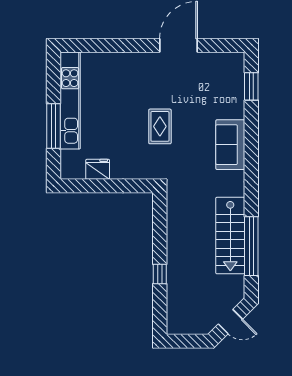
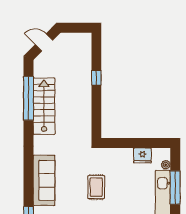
sofa: (230, 145) -> (44, 180), width x1.36
plant: (66, 157) -> (166, 165), added

